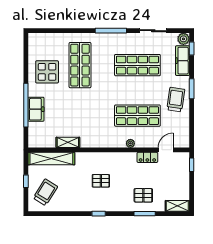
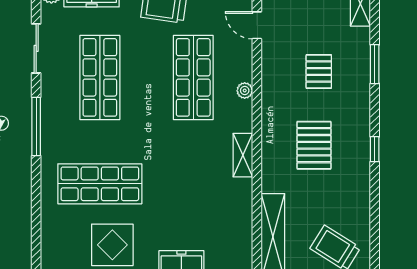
shelving: (68, 142) -> (243, 155), moved
locker: (147, 157) -> (271, 59), removed
pallet: (101, 181) -> (314, 145), width x1.50, depth x1.42
pallet: (143, 195) -> (319, 71), moved

